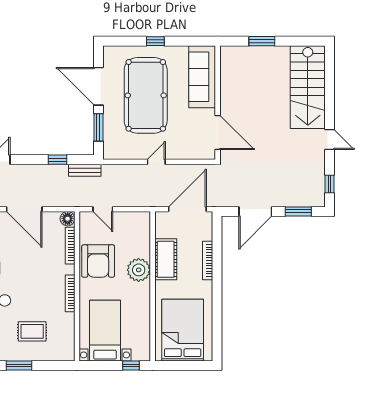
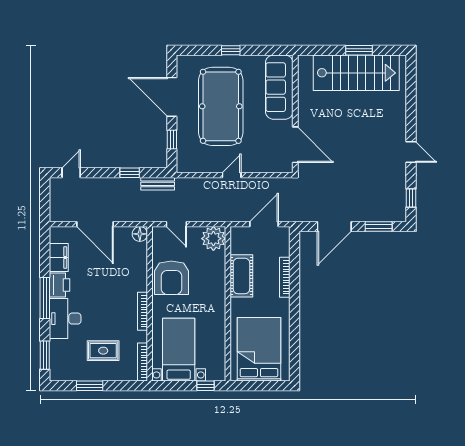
window: (262, 41) -> (359, 50), moved
stairs: (308, 87) -> (356, 73), moved, turned -90
window: (98, 127) -> (172, 139), width x0.67
door: (187, 209) -> (264, 224), width x0.73
bookcase: (70, 246) -> (142, 362), moved
plant: (139, 270) -> (213, 239), moved

